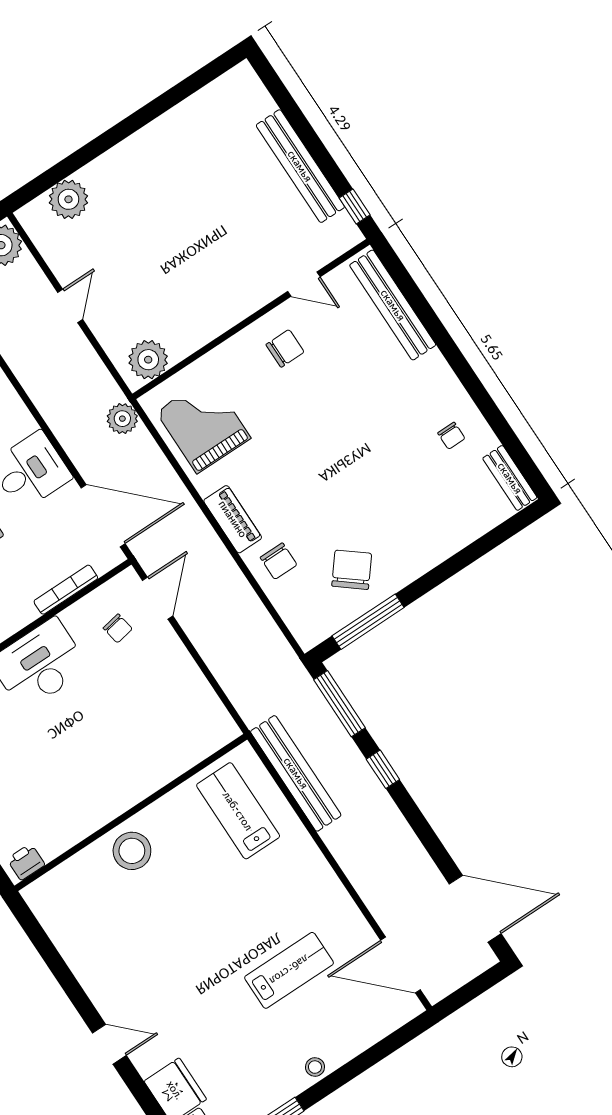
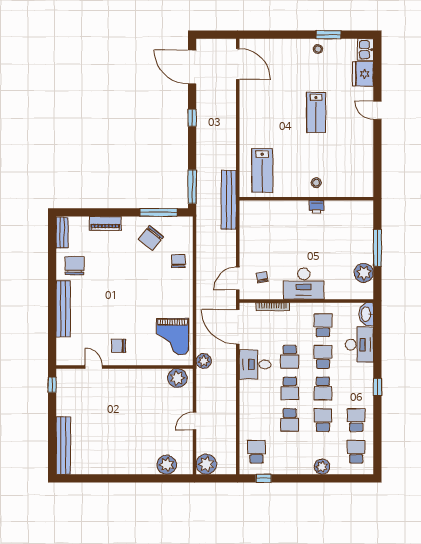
bench: (300, 166) -> (63, 446), moved
bench: (393, 305) -> (63, 309), moved
chair: (451, 436) -> (75, 266), width x1.87, depth x1.87
piano: (233, 519) -> (105, 223), moved, turned -90
window: (383, 769) -> (192, 118), moved
bench: (296, 773) -> (229, 200), moved
stool: (132, 851) -> (316, 183), width x0.53, depth x0.53
printer: (26, 862) -> (317, 207), moved
lab bench: (289, 970) -> (316, 113), moved, turned -90
stool: (315, 1067) -> (318, 49), moved

